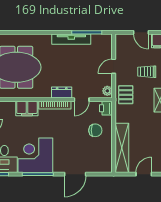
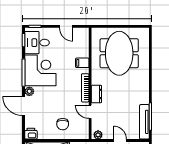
tv unit: (71, 39) -> (144, 122), moved
filing cabinet: (27, 108) -> (82, 63), width x0.50
printer: (106, 108) -> (31, 134), moved
plant: (59, 168) -> (29, 91), added

